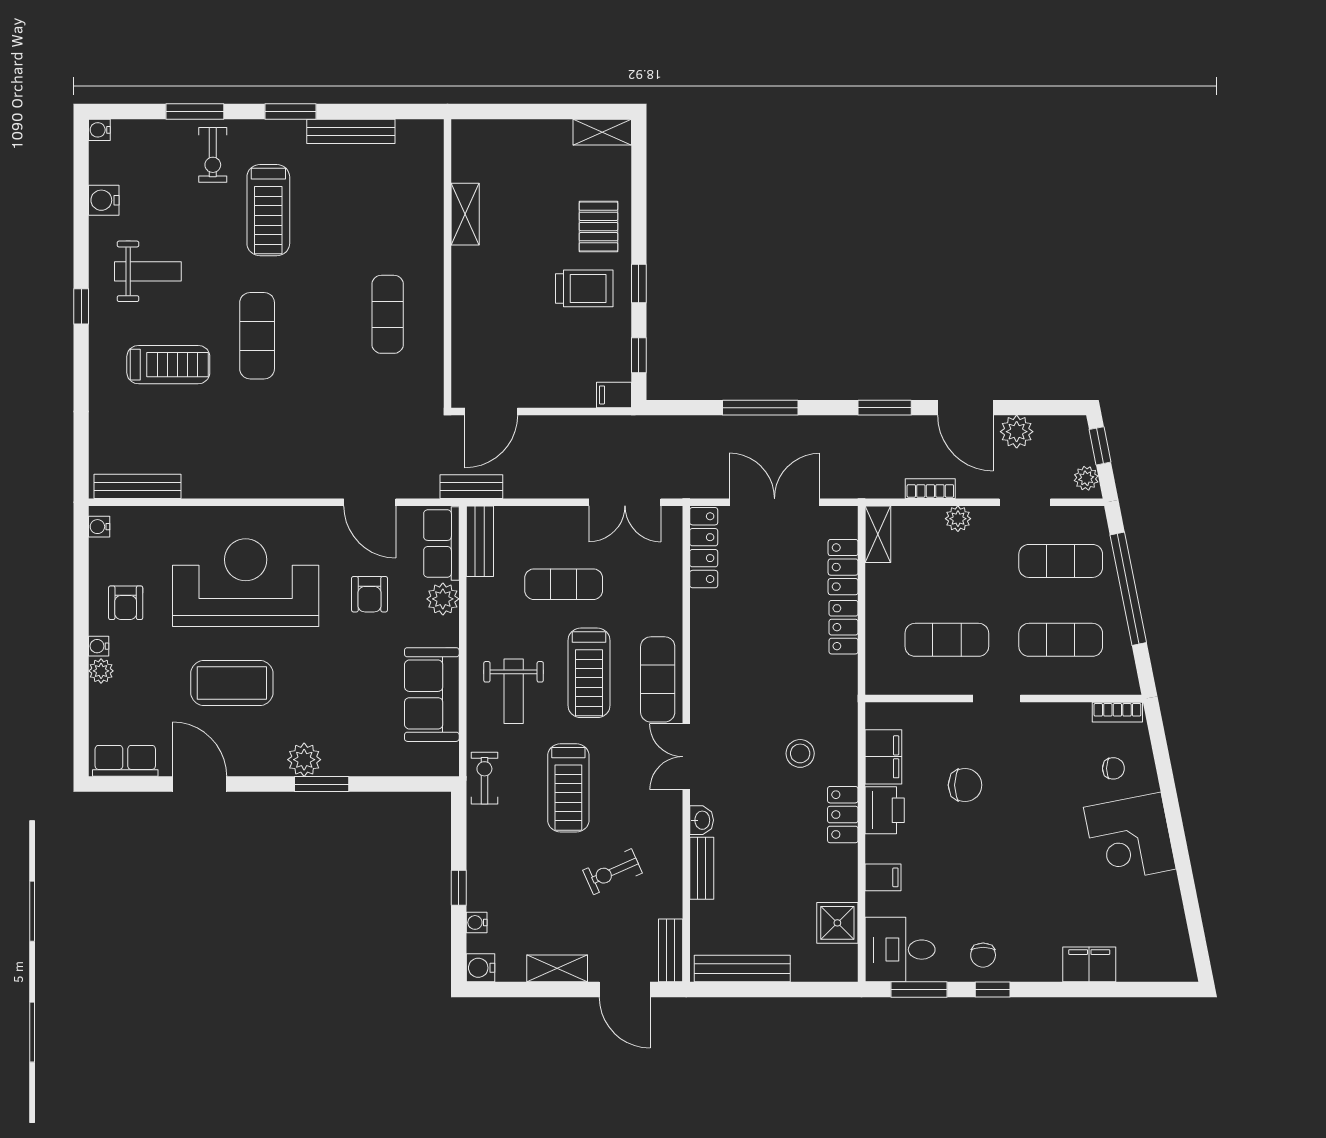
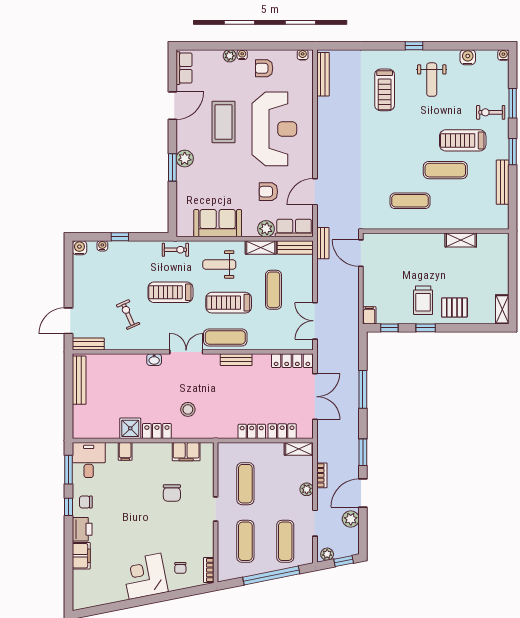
exercise mat: (257, 336) -> (445, 170), moved
printer: (885, 810) -> (82, 529), moved, turned -90
bench: (702, 868) -> (236, 360), moved
shower: (837, 923) -> (130, 428), moved
shelving: (557, 968) -> (261, 247), moved, turned 90

